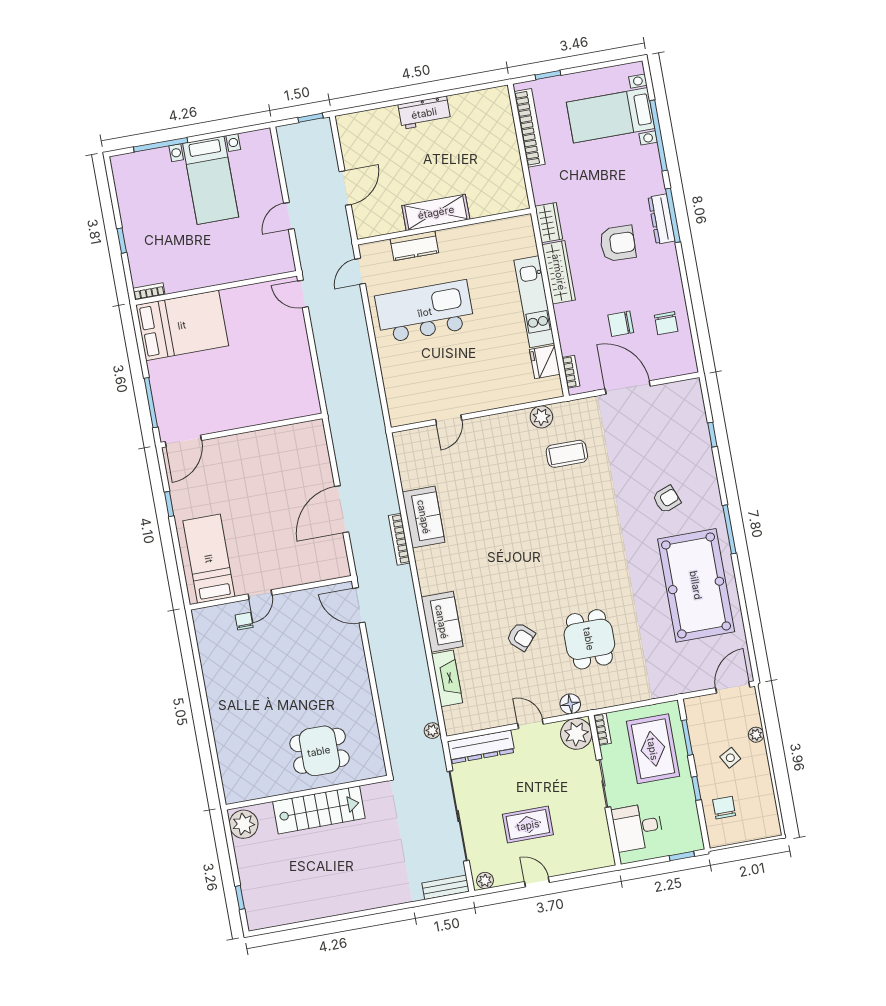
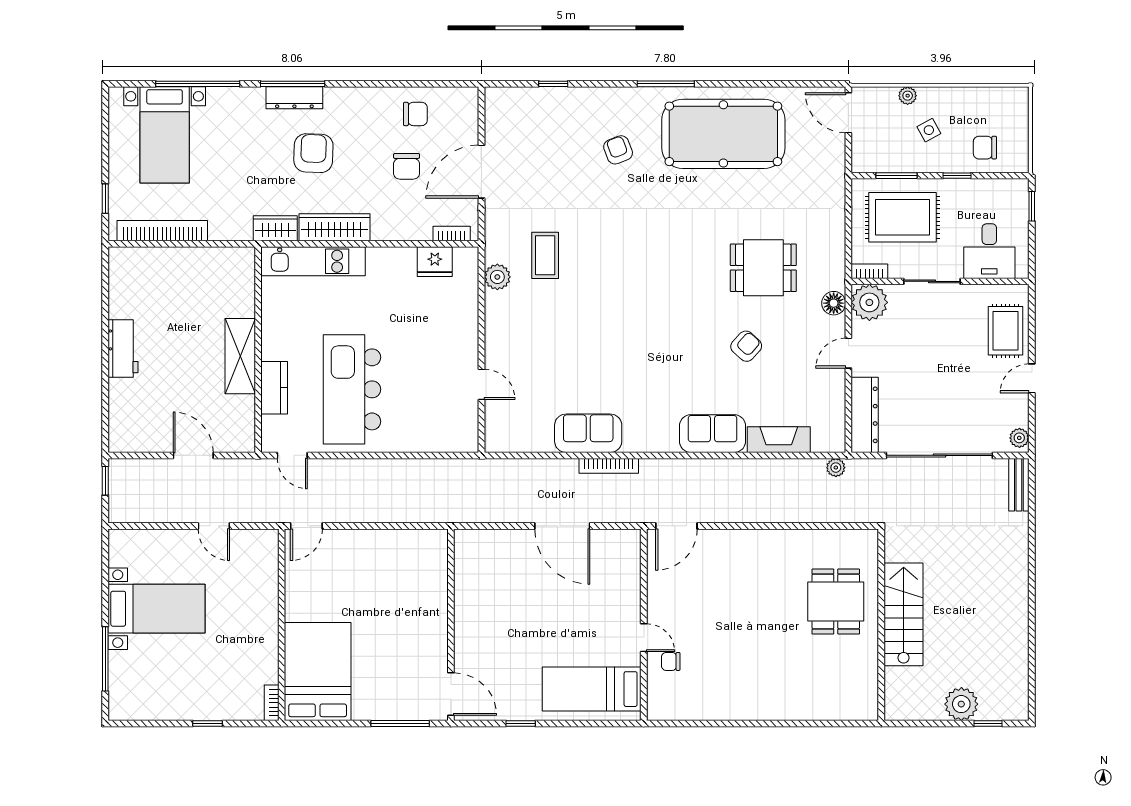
kitchen unit: (534, 302) -> (313, 261), moved
plant: (244, 824) -> (961, 704), moved
rug: (528, 825) -> (1006, 331), moved

